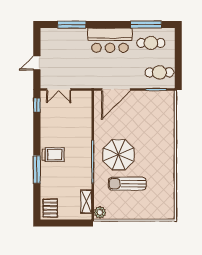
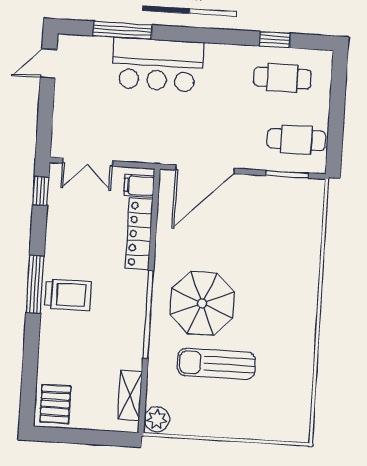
window: (146, 25) -> (275, 40), width x0.46
bar counter: (110, 40) -> (158, 65), moved
door: (37, 63) -> (49, 64), moved
filing cabinet: (84, 99) -> (139, 186), added
locker: (86, 123) -> (139, 234), added
window: (37, 170) -> (35, 284), moved

